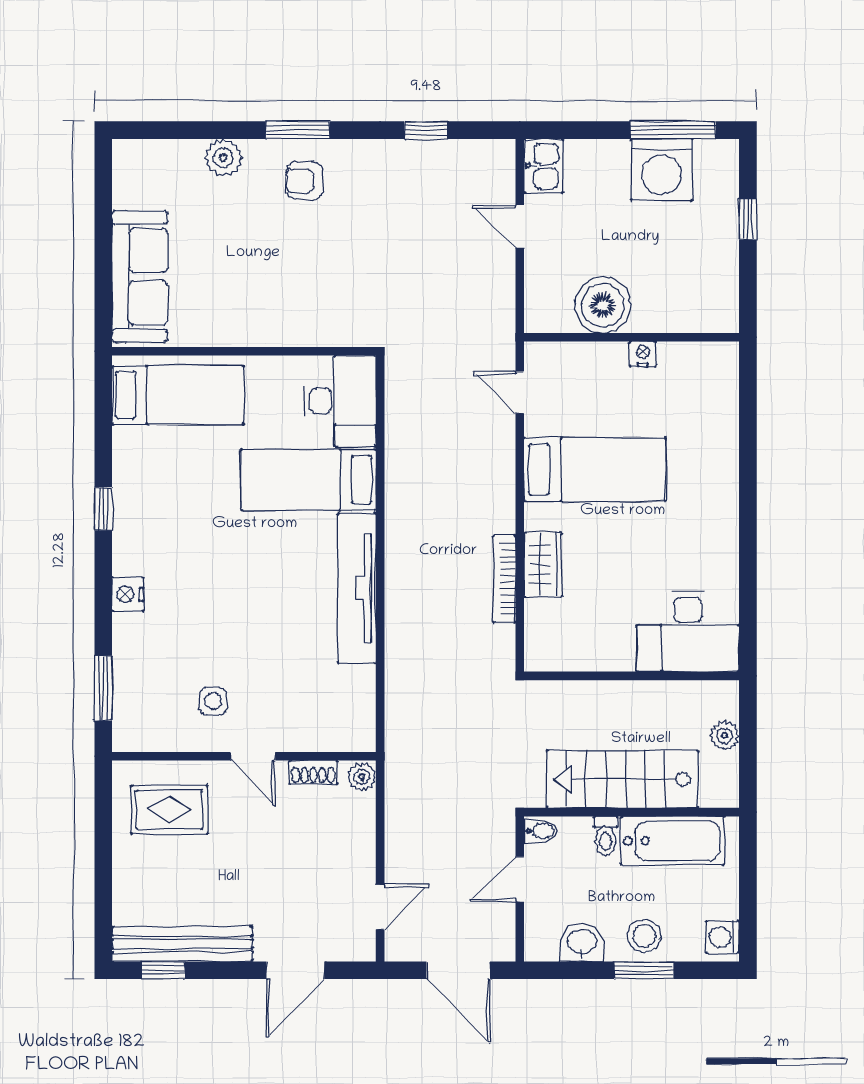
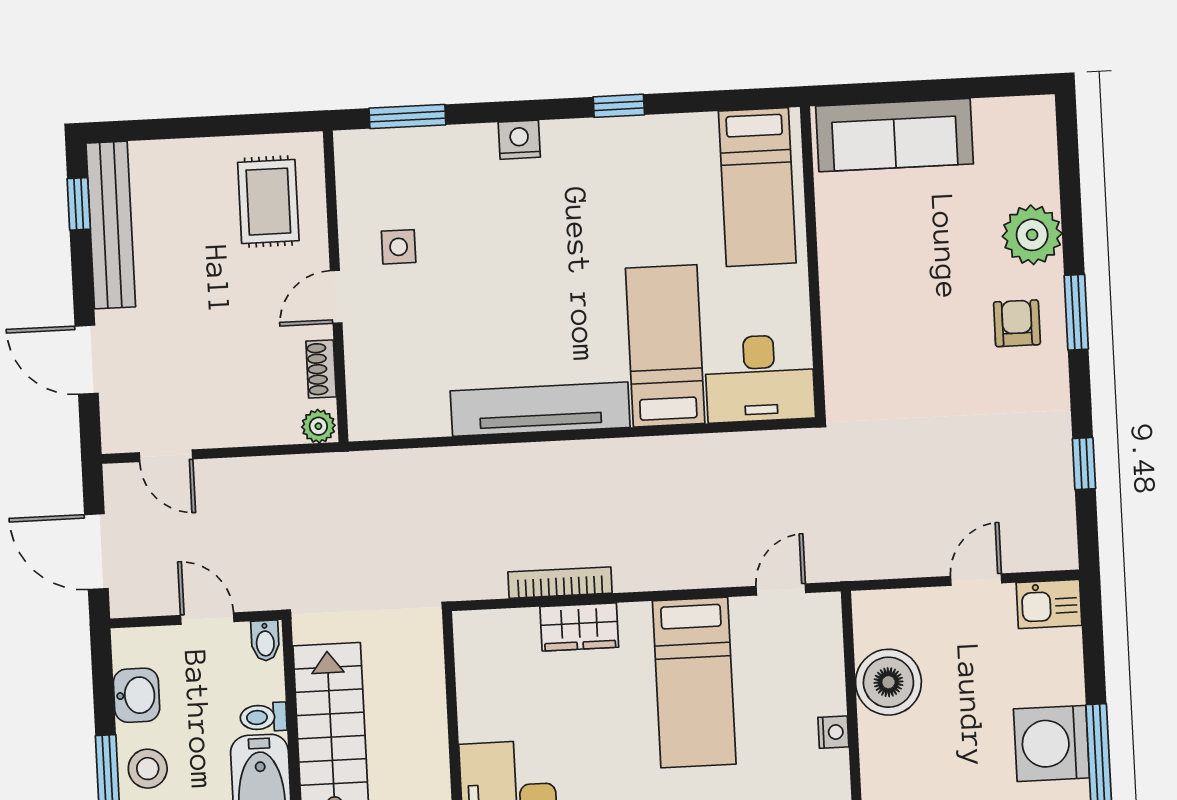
plant: (223, 158) -> (1032, 235), width x1.36, depth x1.36
door: (458, 970) -> (96, 552), hinge flipped

